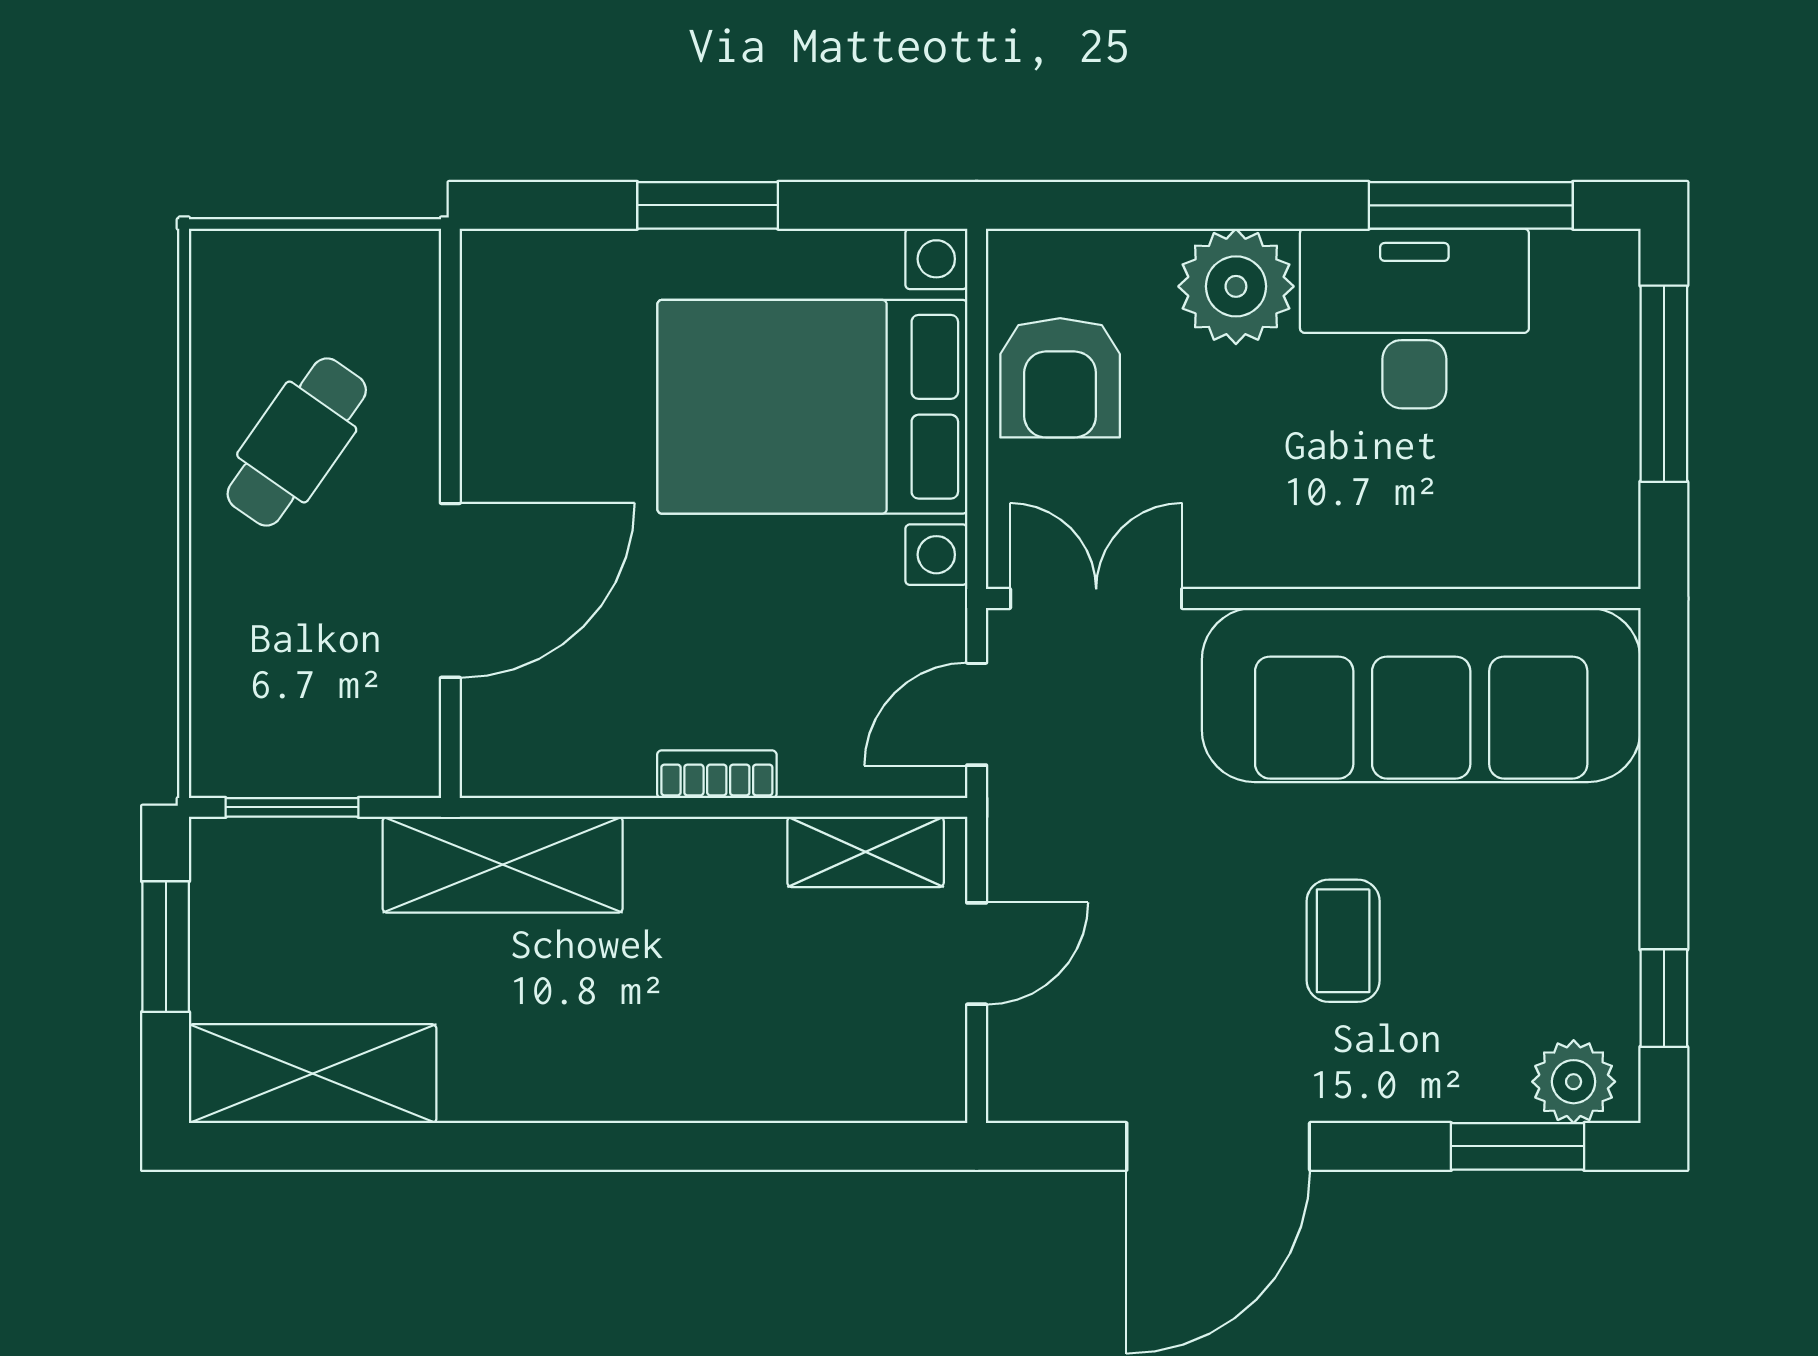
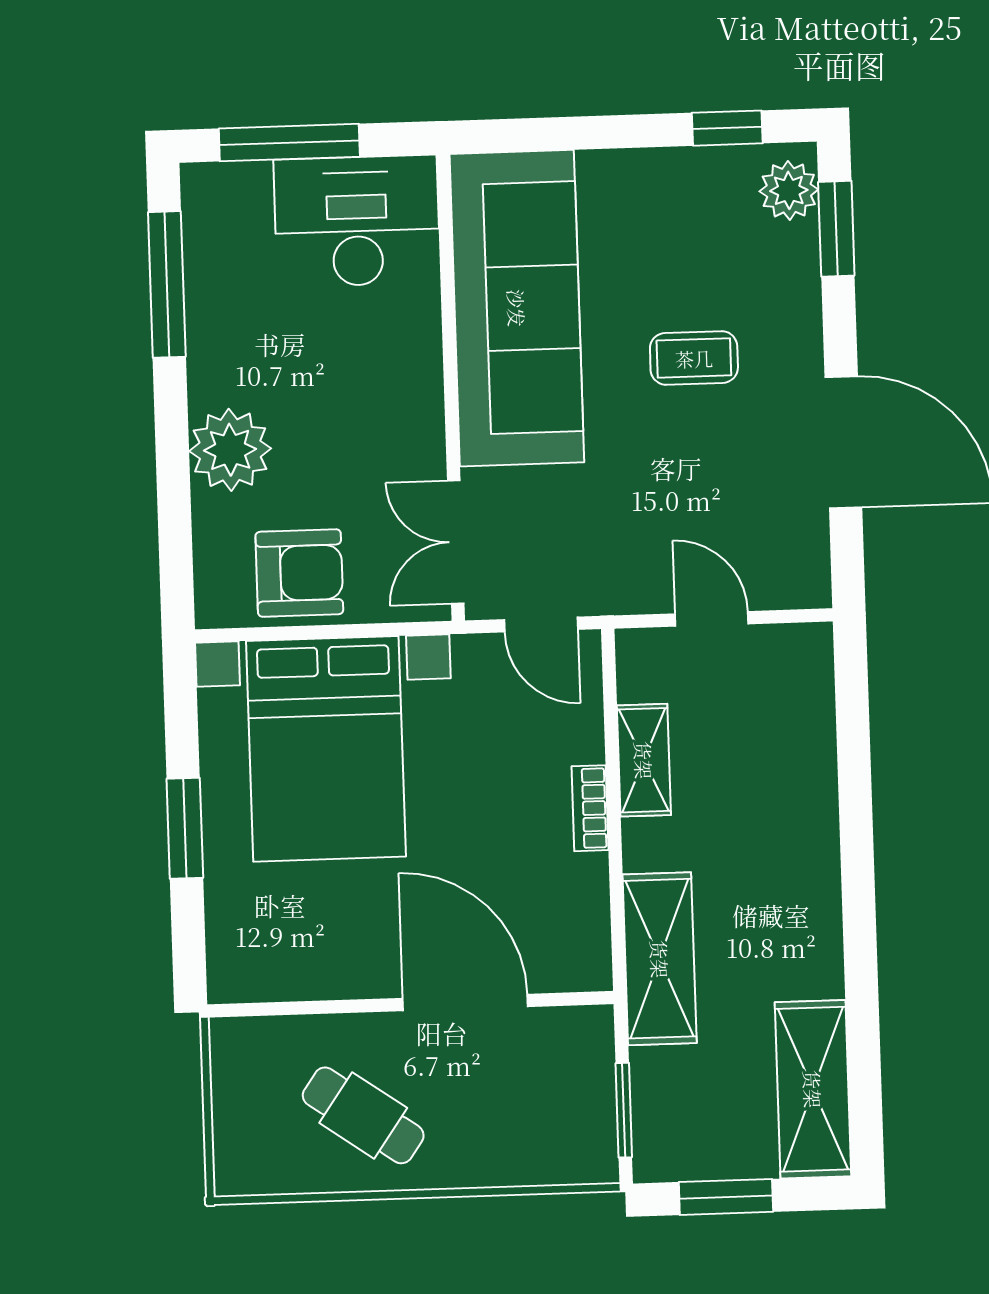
desk: (1414, 318) -> (357, 221), moved, turned 90
shelving: (866, 852) -> (644, 760), moved

